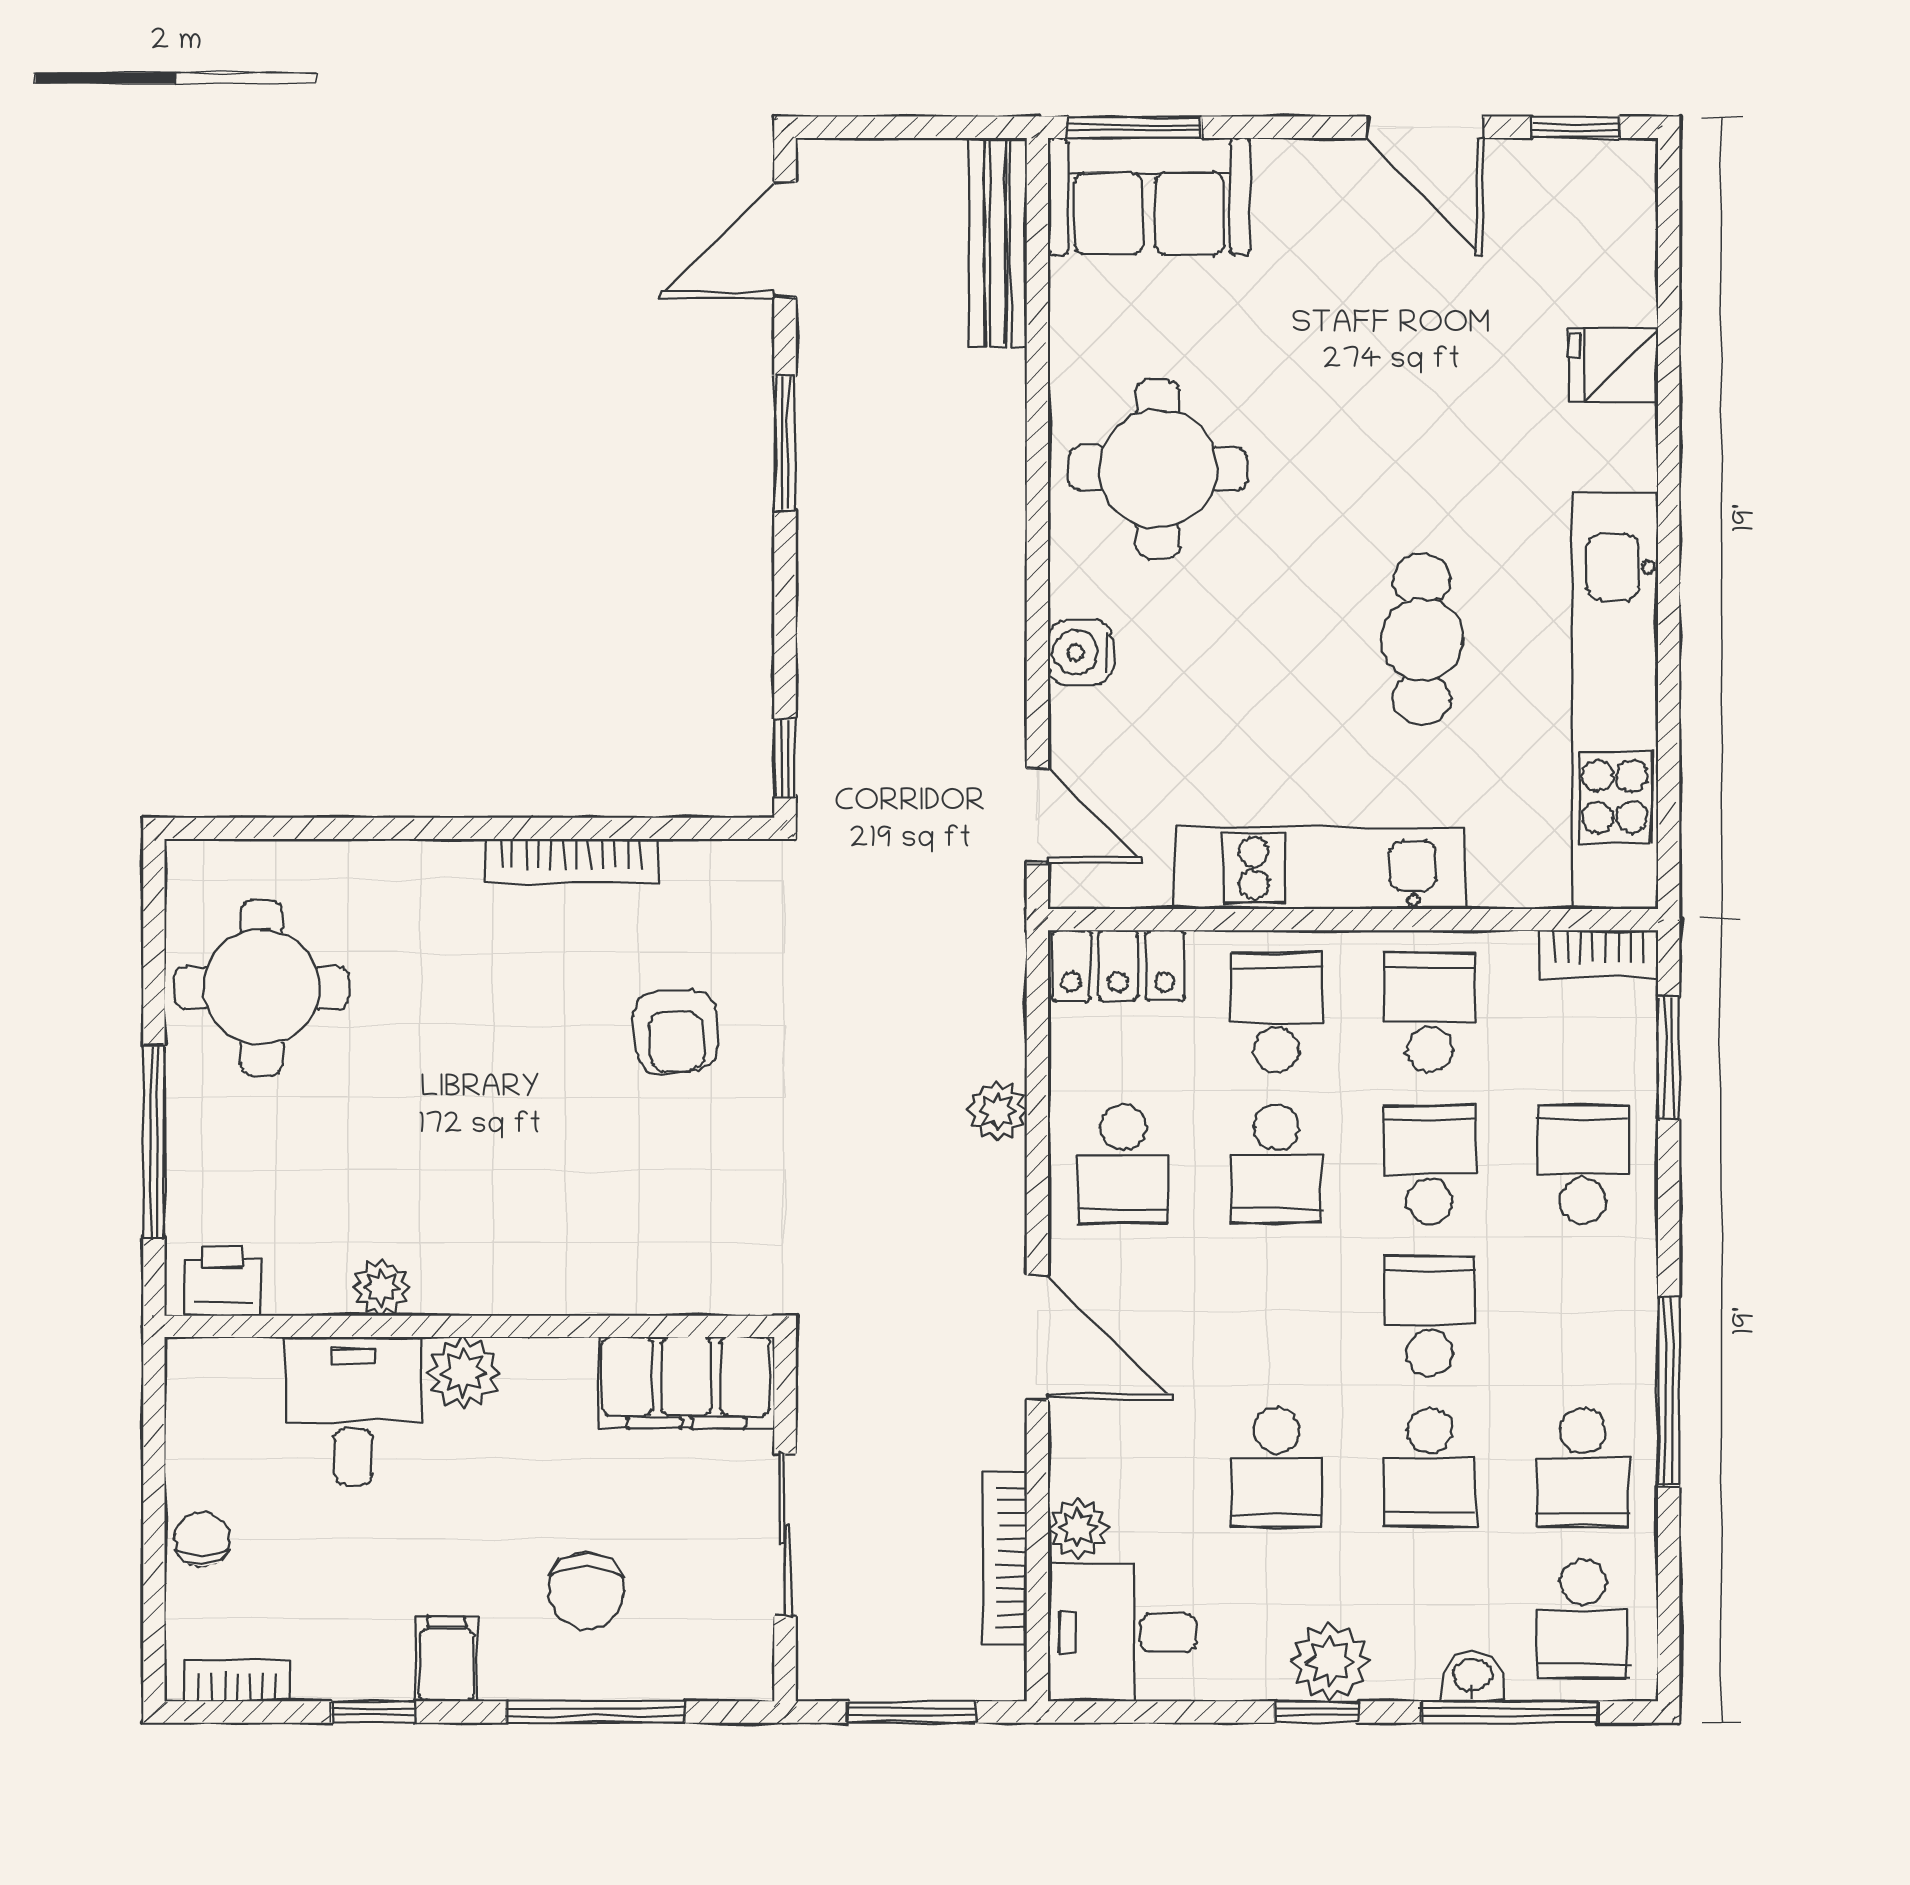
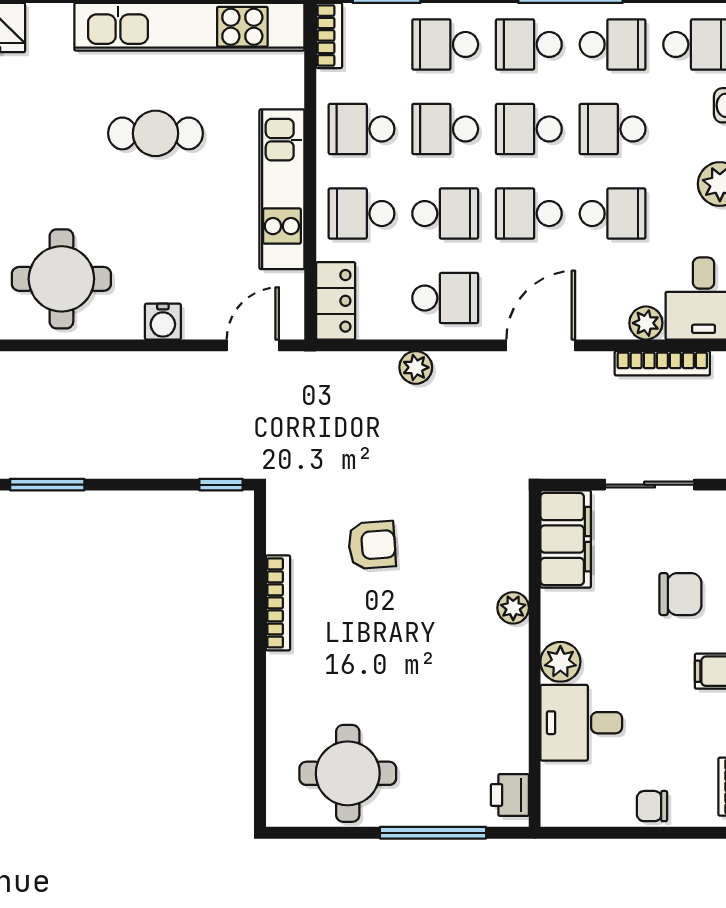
plant: (381, 1287) -> (513, 608), moved
school desk: (1276, 1316) -> (529, 214), added
school desk: (1583, 1316) -> (529, 44), added
school desk: (1430, 1467) -> (613, 129), turned 180

